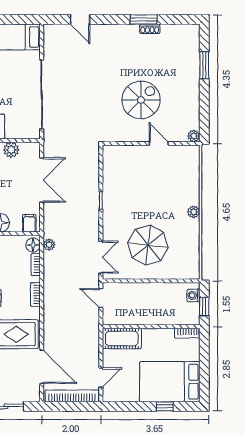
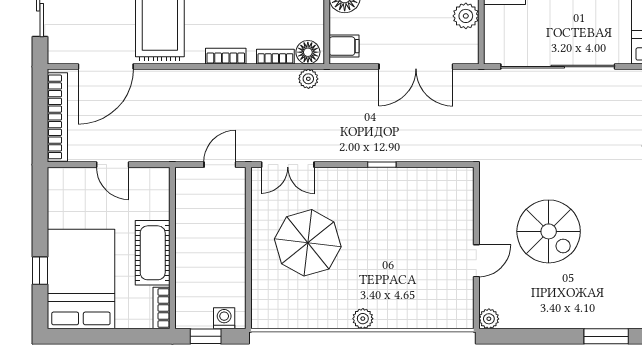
cot: (122, 338) -> (153, 253), moved
door: (101, 378) -> (113, 165), moved

